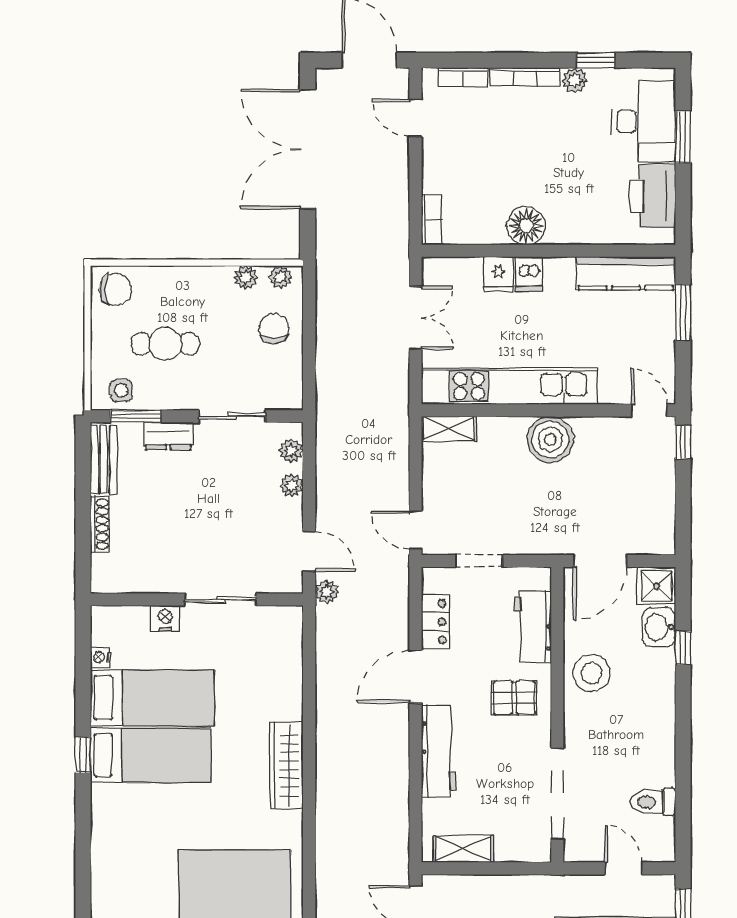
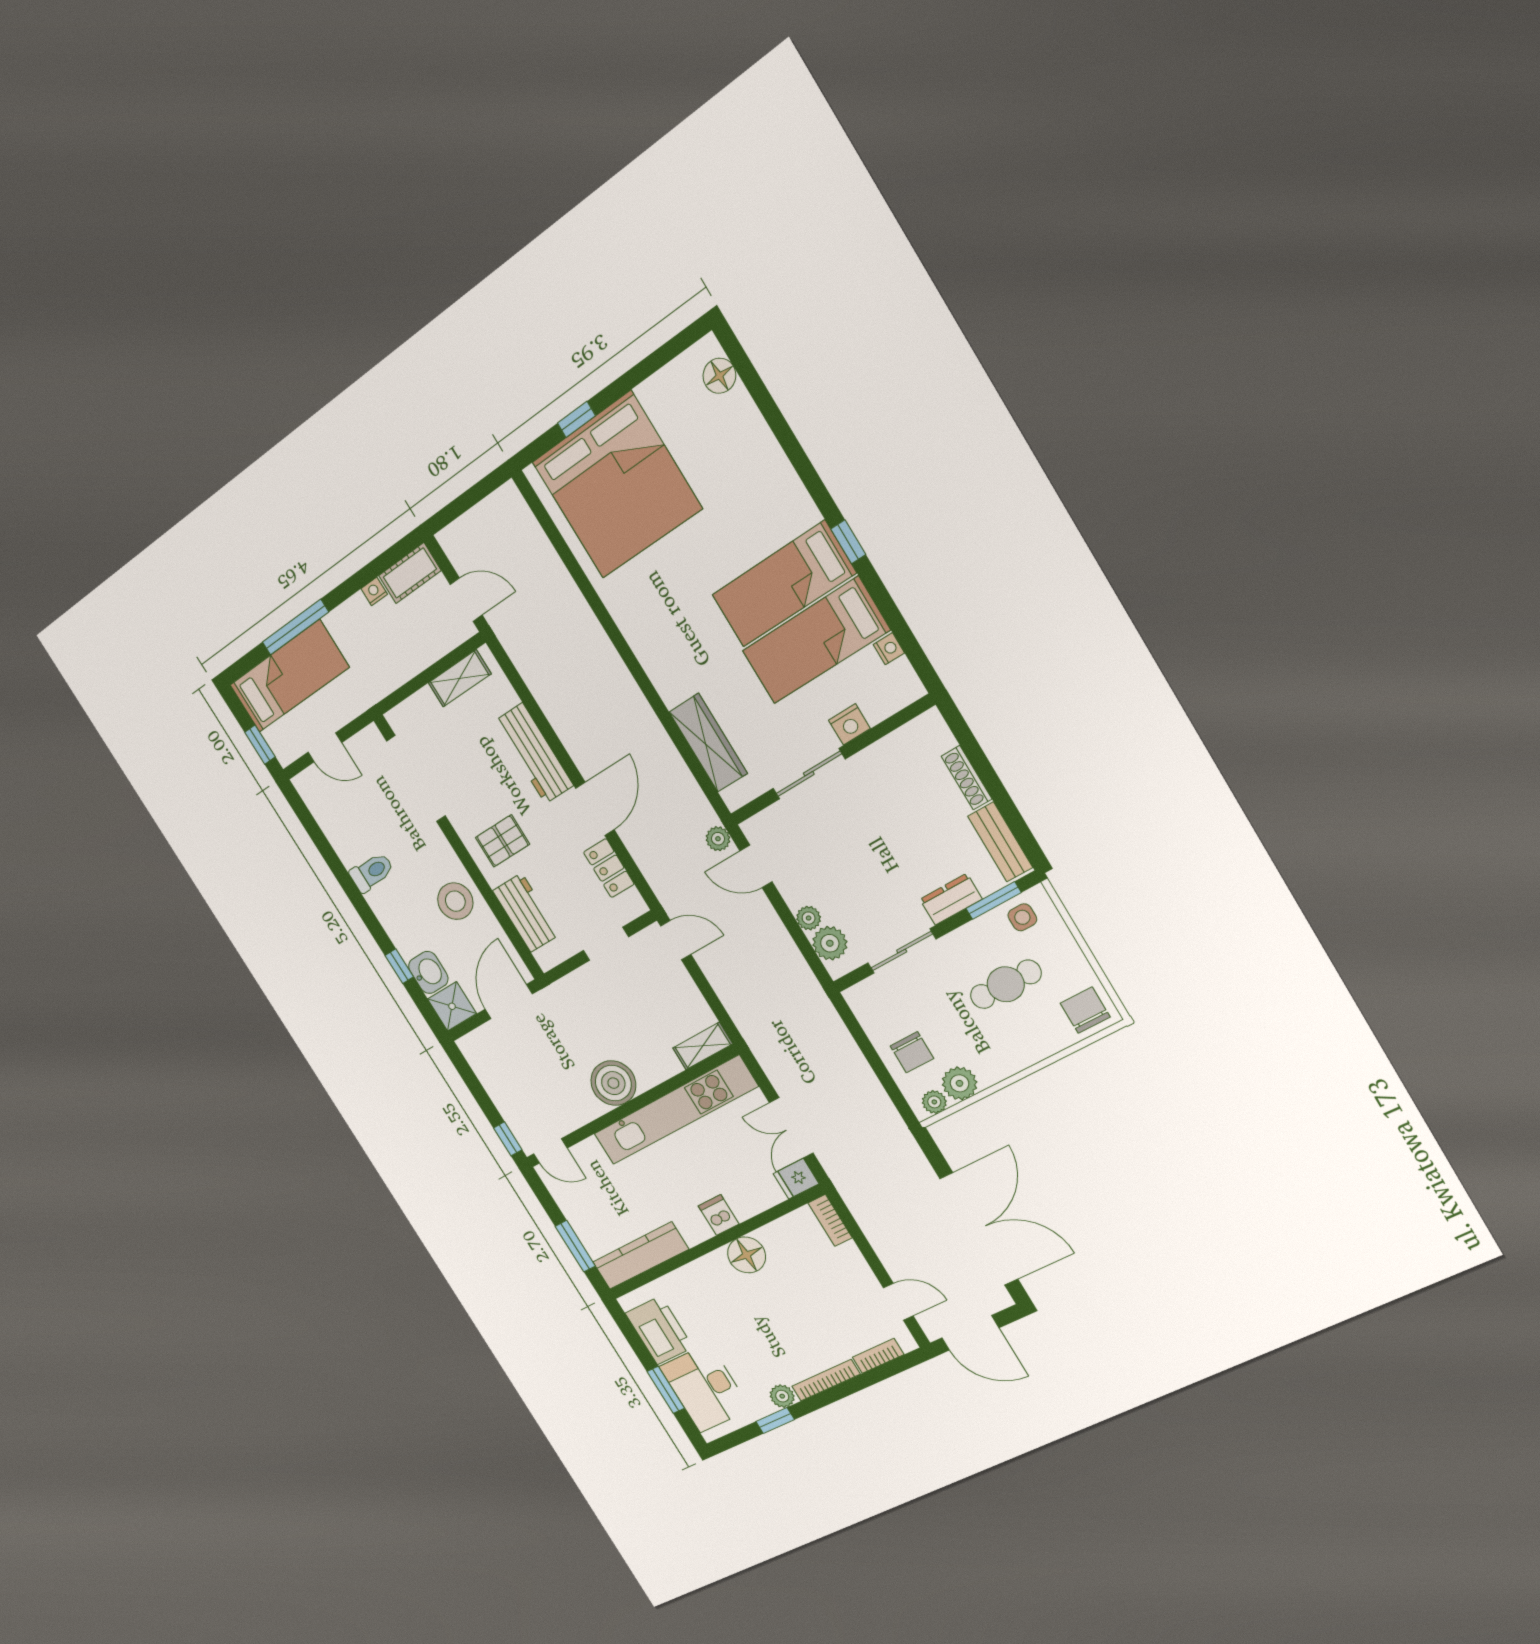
fridge: (498, 274) -> (796, 1179), moved, turned -90
plant: (246, 277) -> (960, 1083), width x1.38, depth x1.38
chair: (116, 289) -> (1085, 1010), turned 90
plant: (291, 451) -> (830, 943), width x1.38, depth x1.38
wardrobe: (286, 766) -> (708, 743), moved
toilet: (653, 802) -> (372, 872), moved

